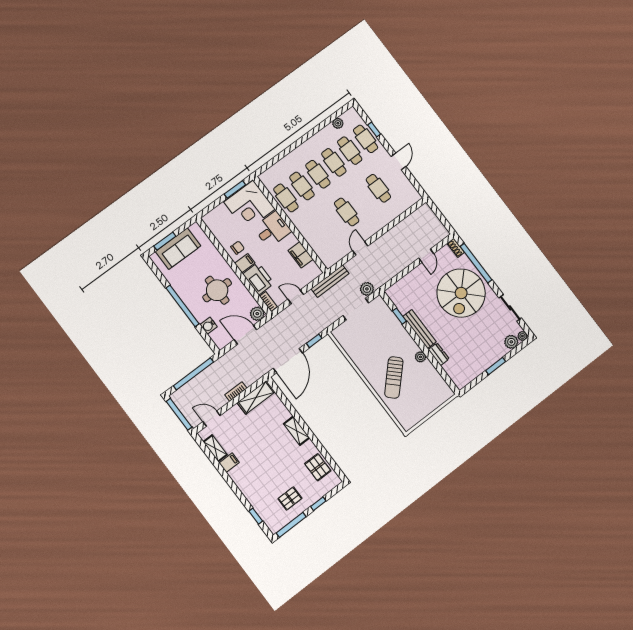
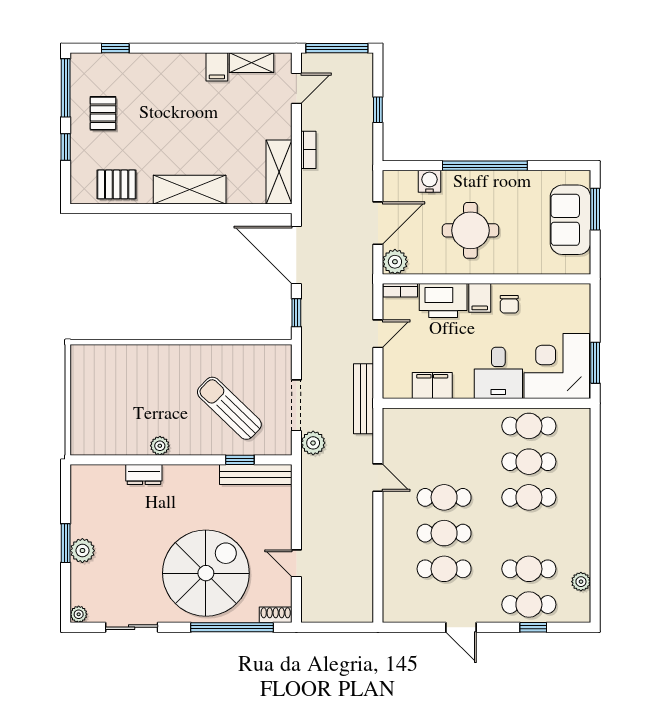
cafe table: (334, 162) -> (444, 533), moved
spiral stairs: (461, 293) -> (206, 573), turned 90
bench: (420, 329) -> (256, 474), moved
plant: (511, 342) -> (82, 551), moved
window: (193, 374) -> (378, 110), width x0.32
sun lounger: (394, 377) -> (229, 408), moved
shelving: (297, 431) -> (190, 190), width x1.50, depth x1.33

